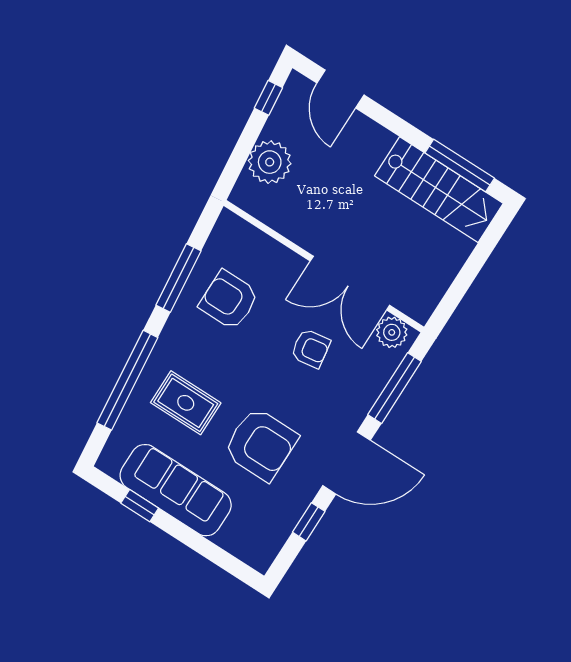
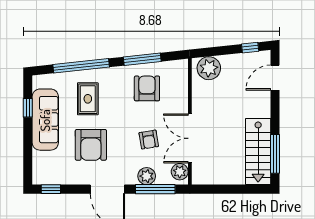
plant: (270, 162) -> (209, 68), moved
plant: (365, 388) -> (147, 176), added
window: (309, 522) -> (51, 189), moved

